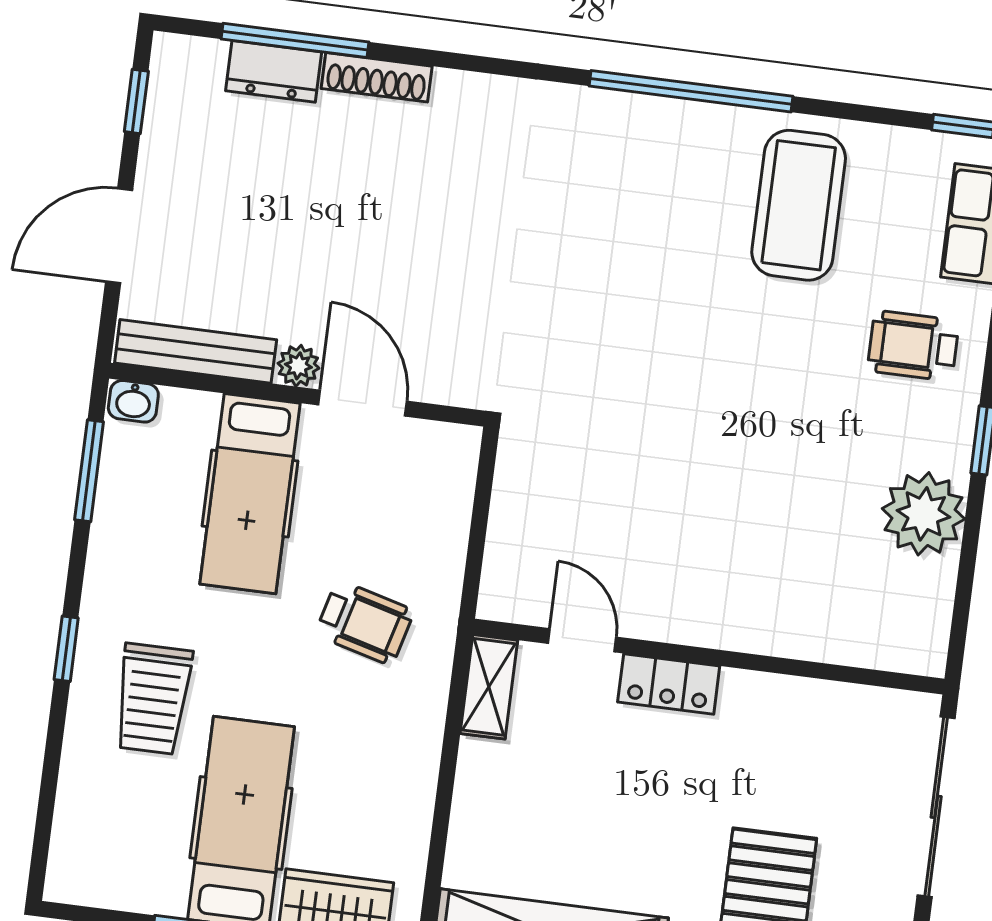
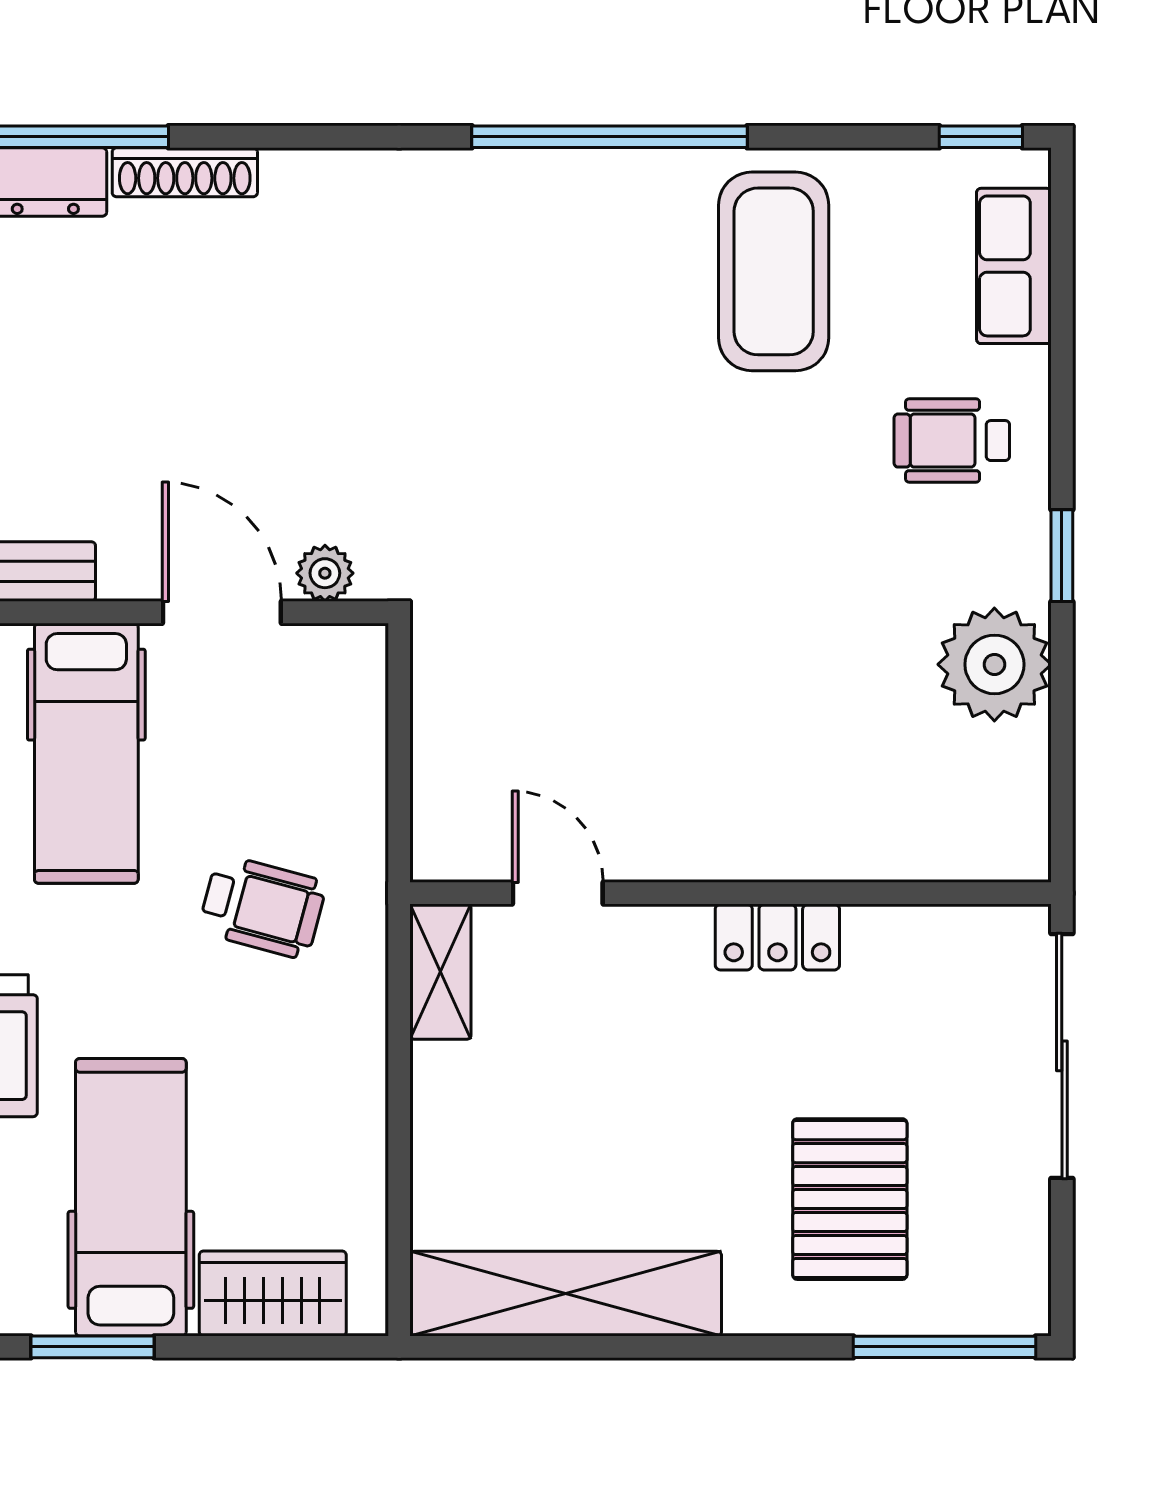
plant: (298, 366) -> (325, 573), moved
locker: (669, 684) -> (777, 937), moved

